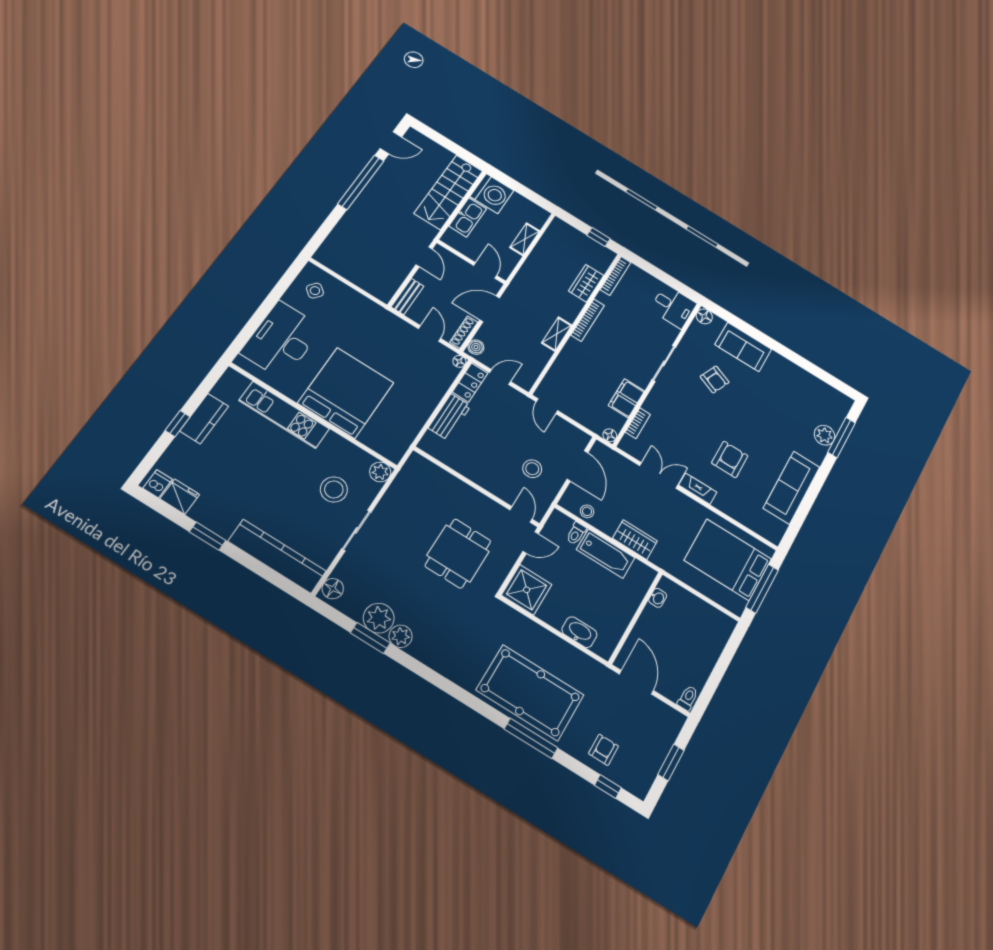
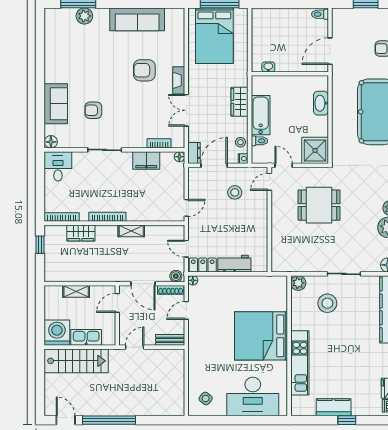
armchair: (715, 379) -> (93, 110), turned -113
dresser: (605, 453) -> (194, 153), added
nightstand: (566, 502) -> (243, 159), added

